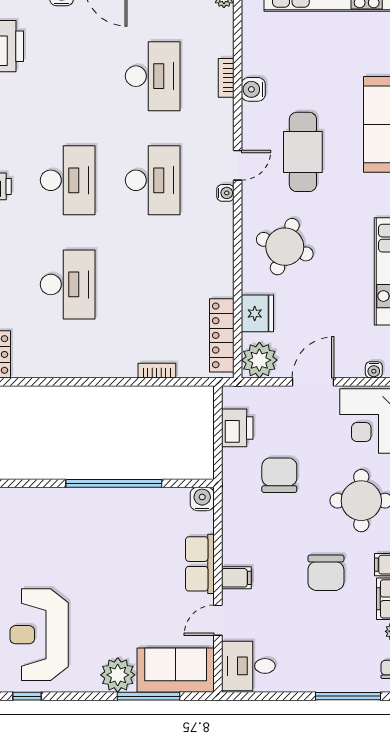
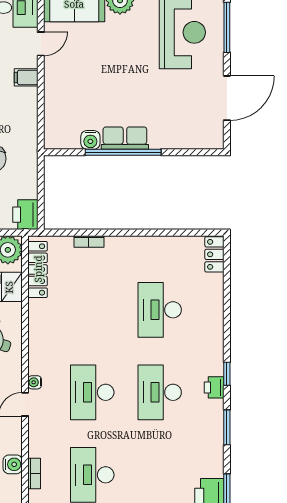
printer: (237, 428) -> (25, 215), moved
water cooler: (202, 499) -> (90, 140), moved
row of seats: (200, 564) -> (125, 138), moved, turned -90

